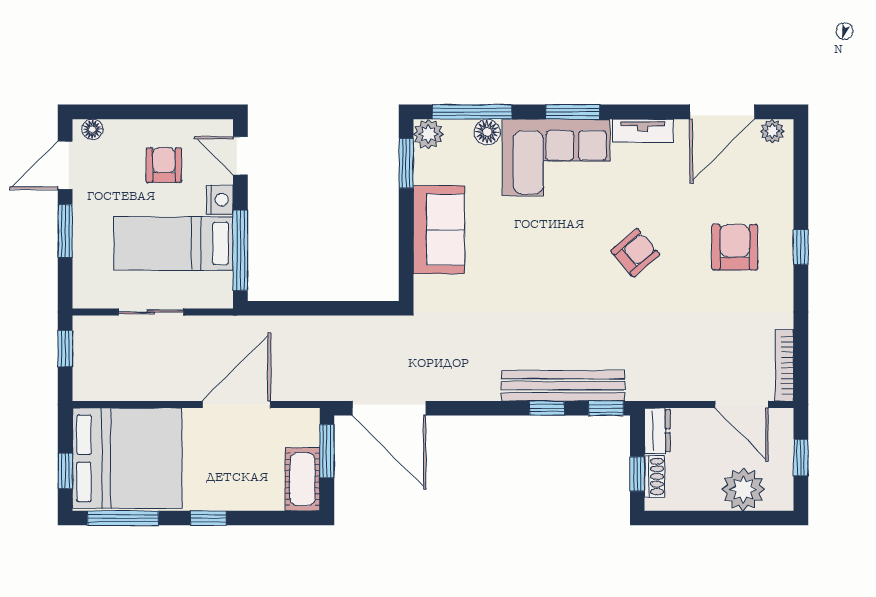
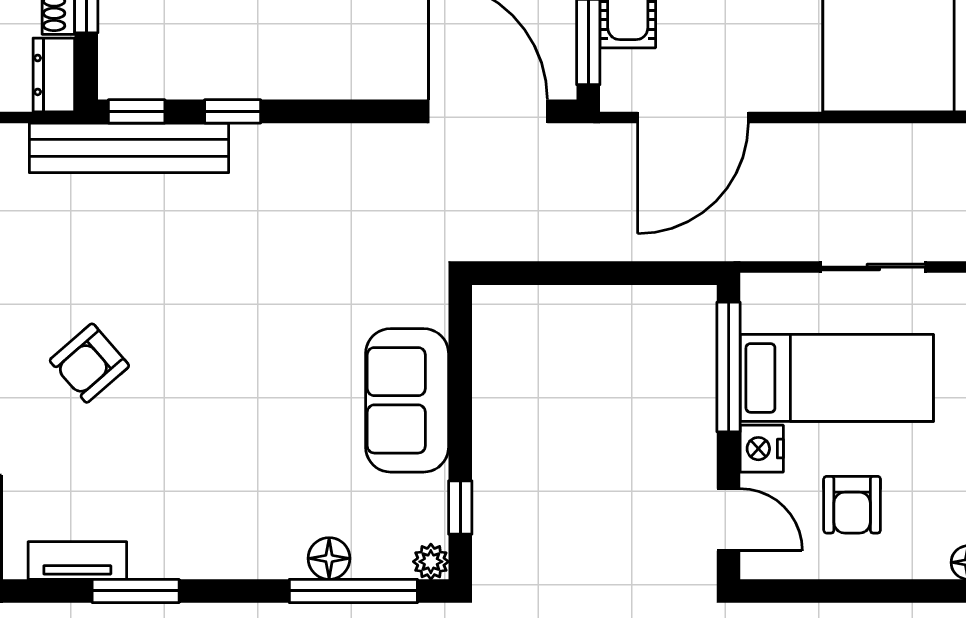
window: (573, 112) -> (136, 591), moved
plant: (428, 134) -> (431, 562), width x0.73, depth x0.73
corner sofa: (556, 157) -> (217, 517), removed
window: (406, 163) -> (460, 508), width x0.67
bench: (563, 386) -> (129, 148), moved
door: (236, 404) -> (693, 117), moved

